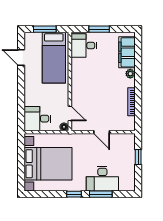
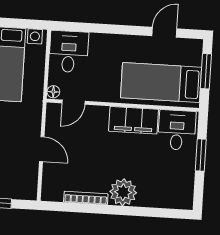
filing cabinet: (127, 52) -> (134, 120), moved, turned 180
plant: (130, 74) -> (123, 192), width x1.88, depth x1.88
door: (102, 132) -> (42, 149), swing flipped

